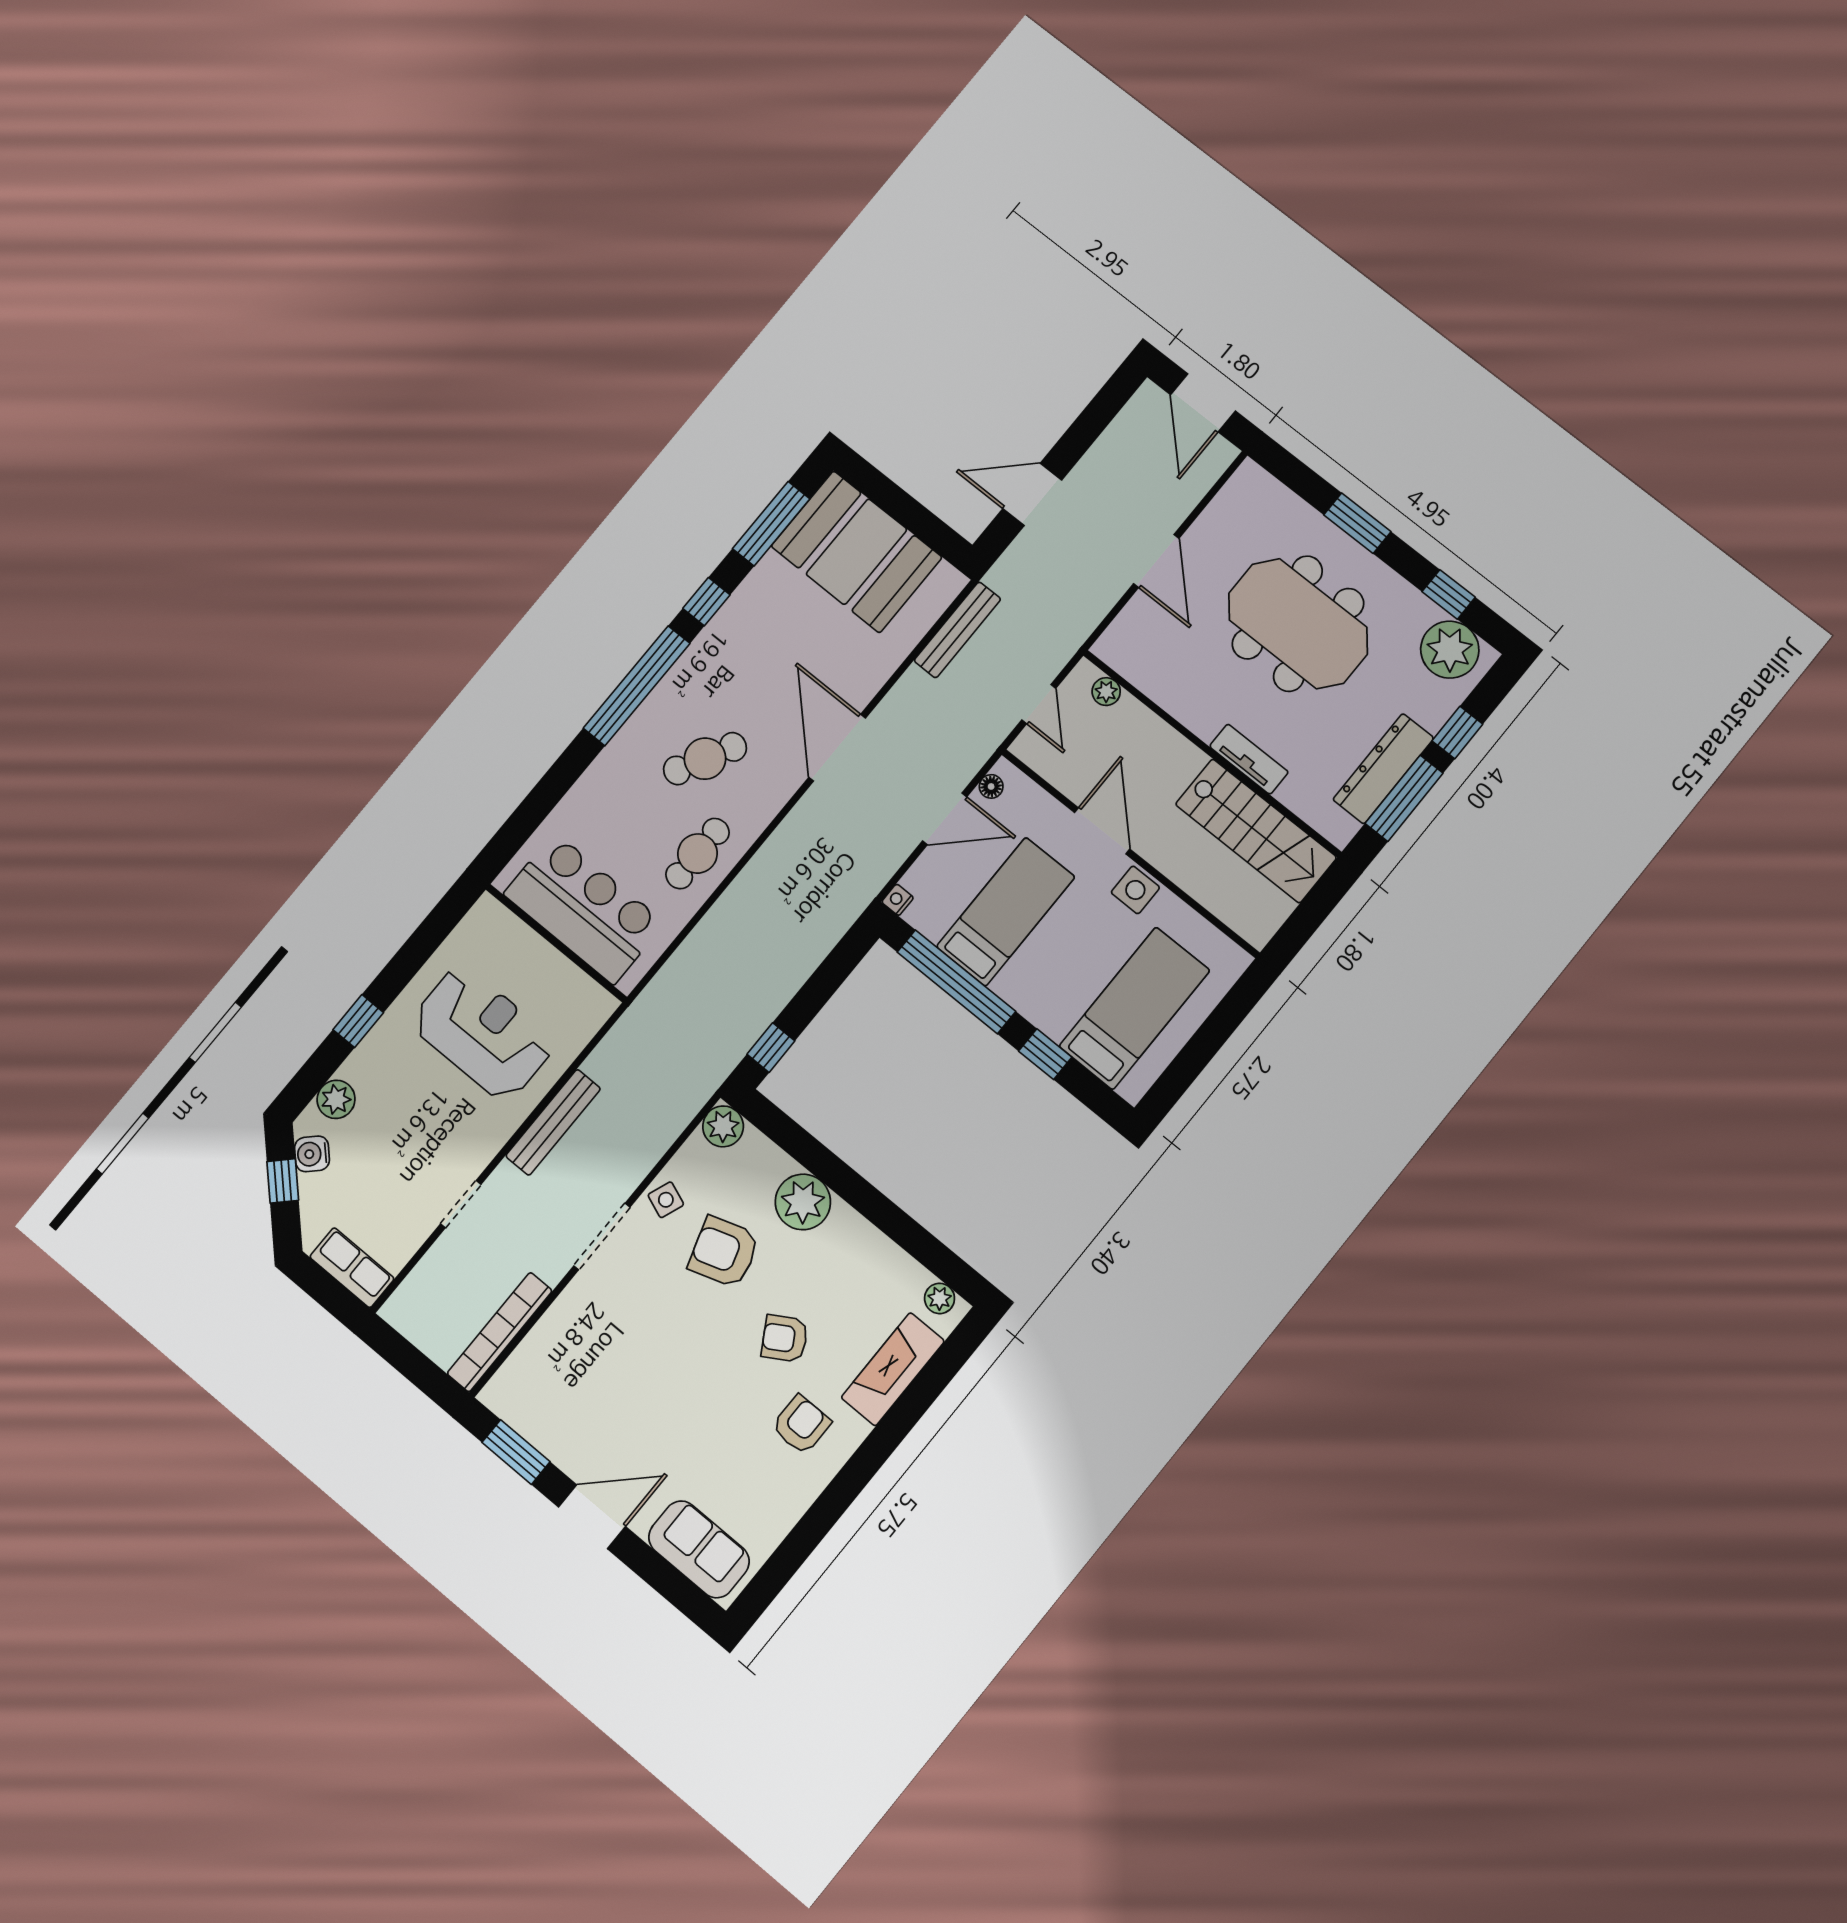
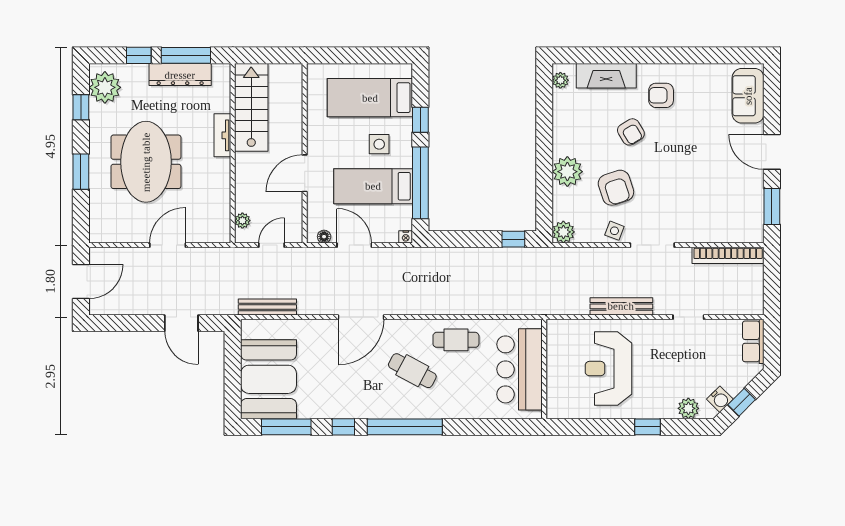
side table: (1135, 890) -> (379, 144), moved

